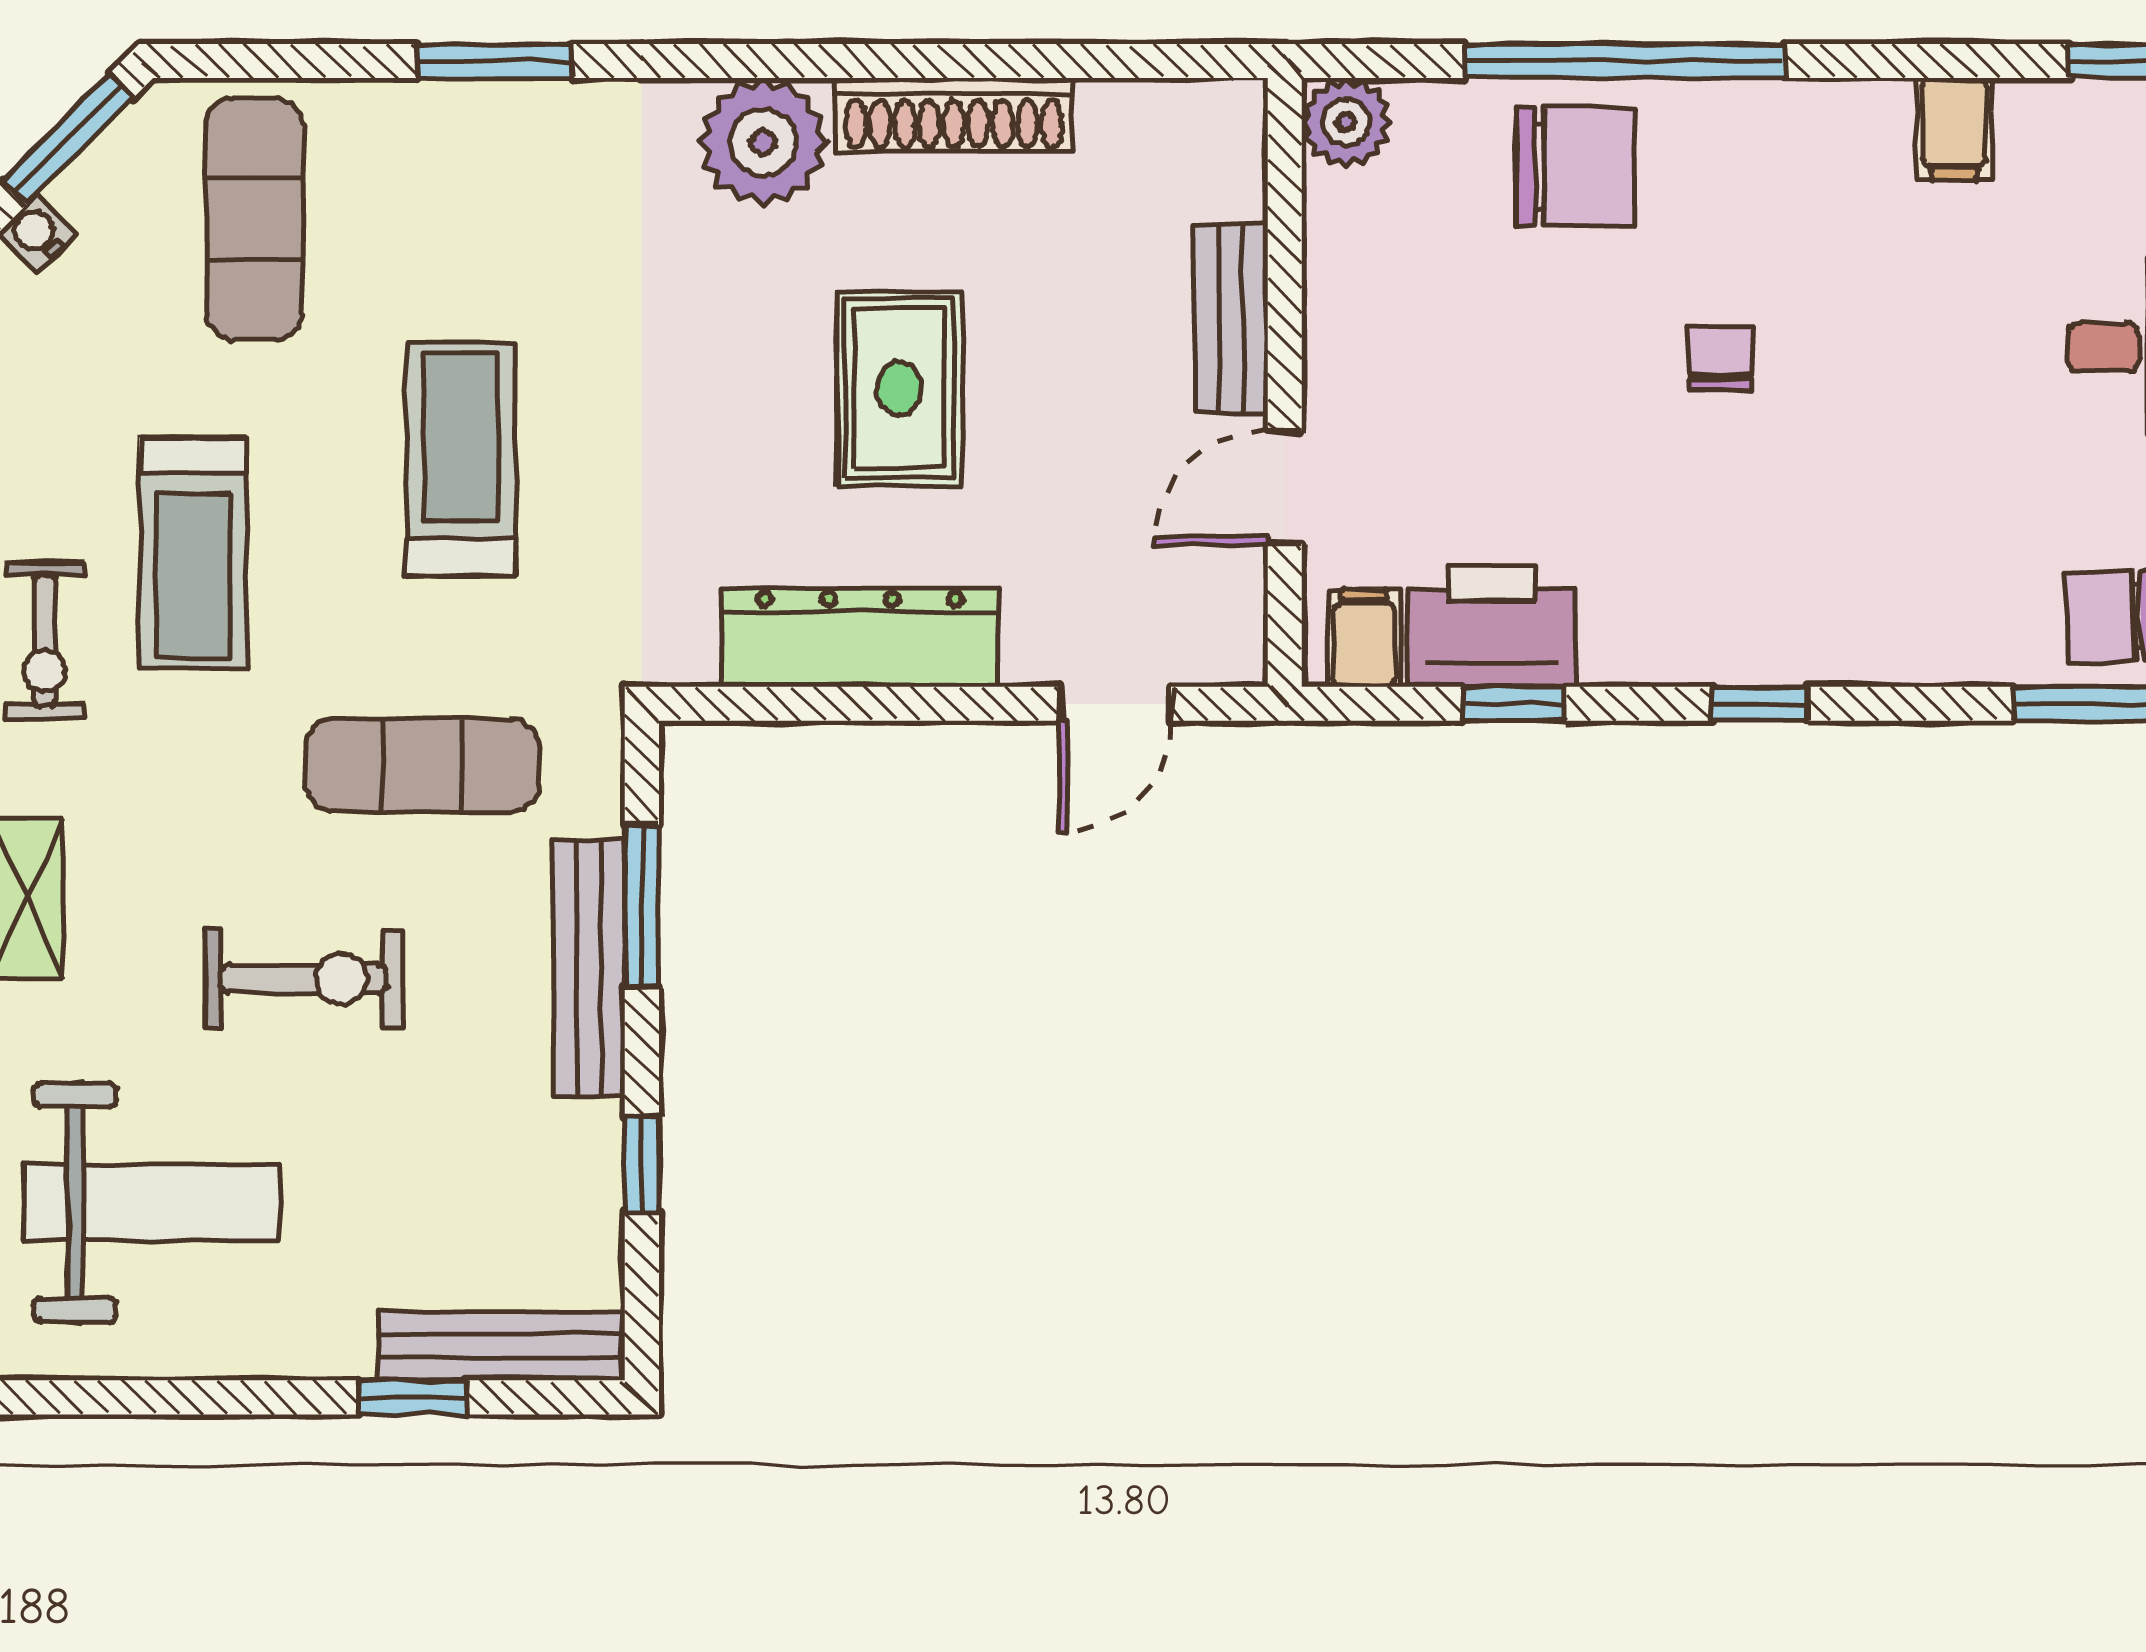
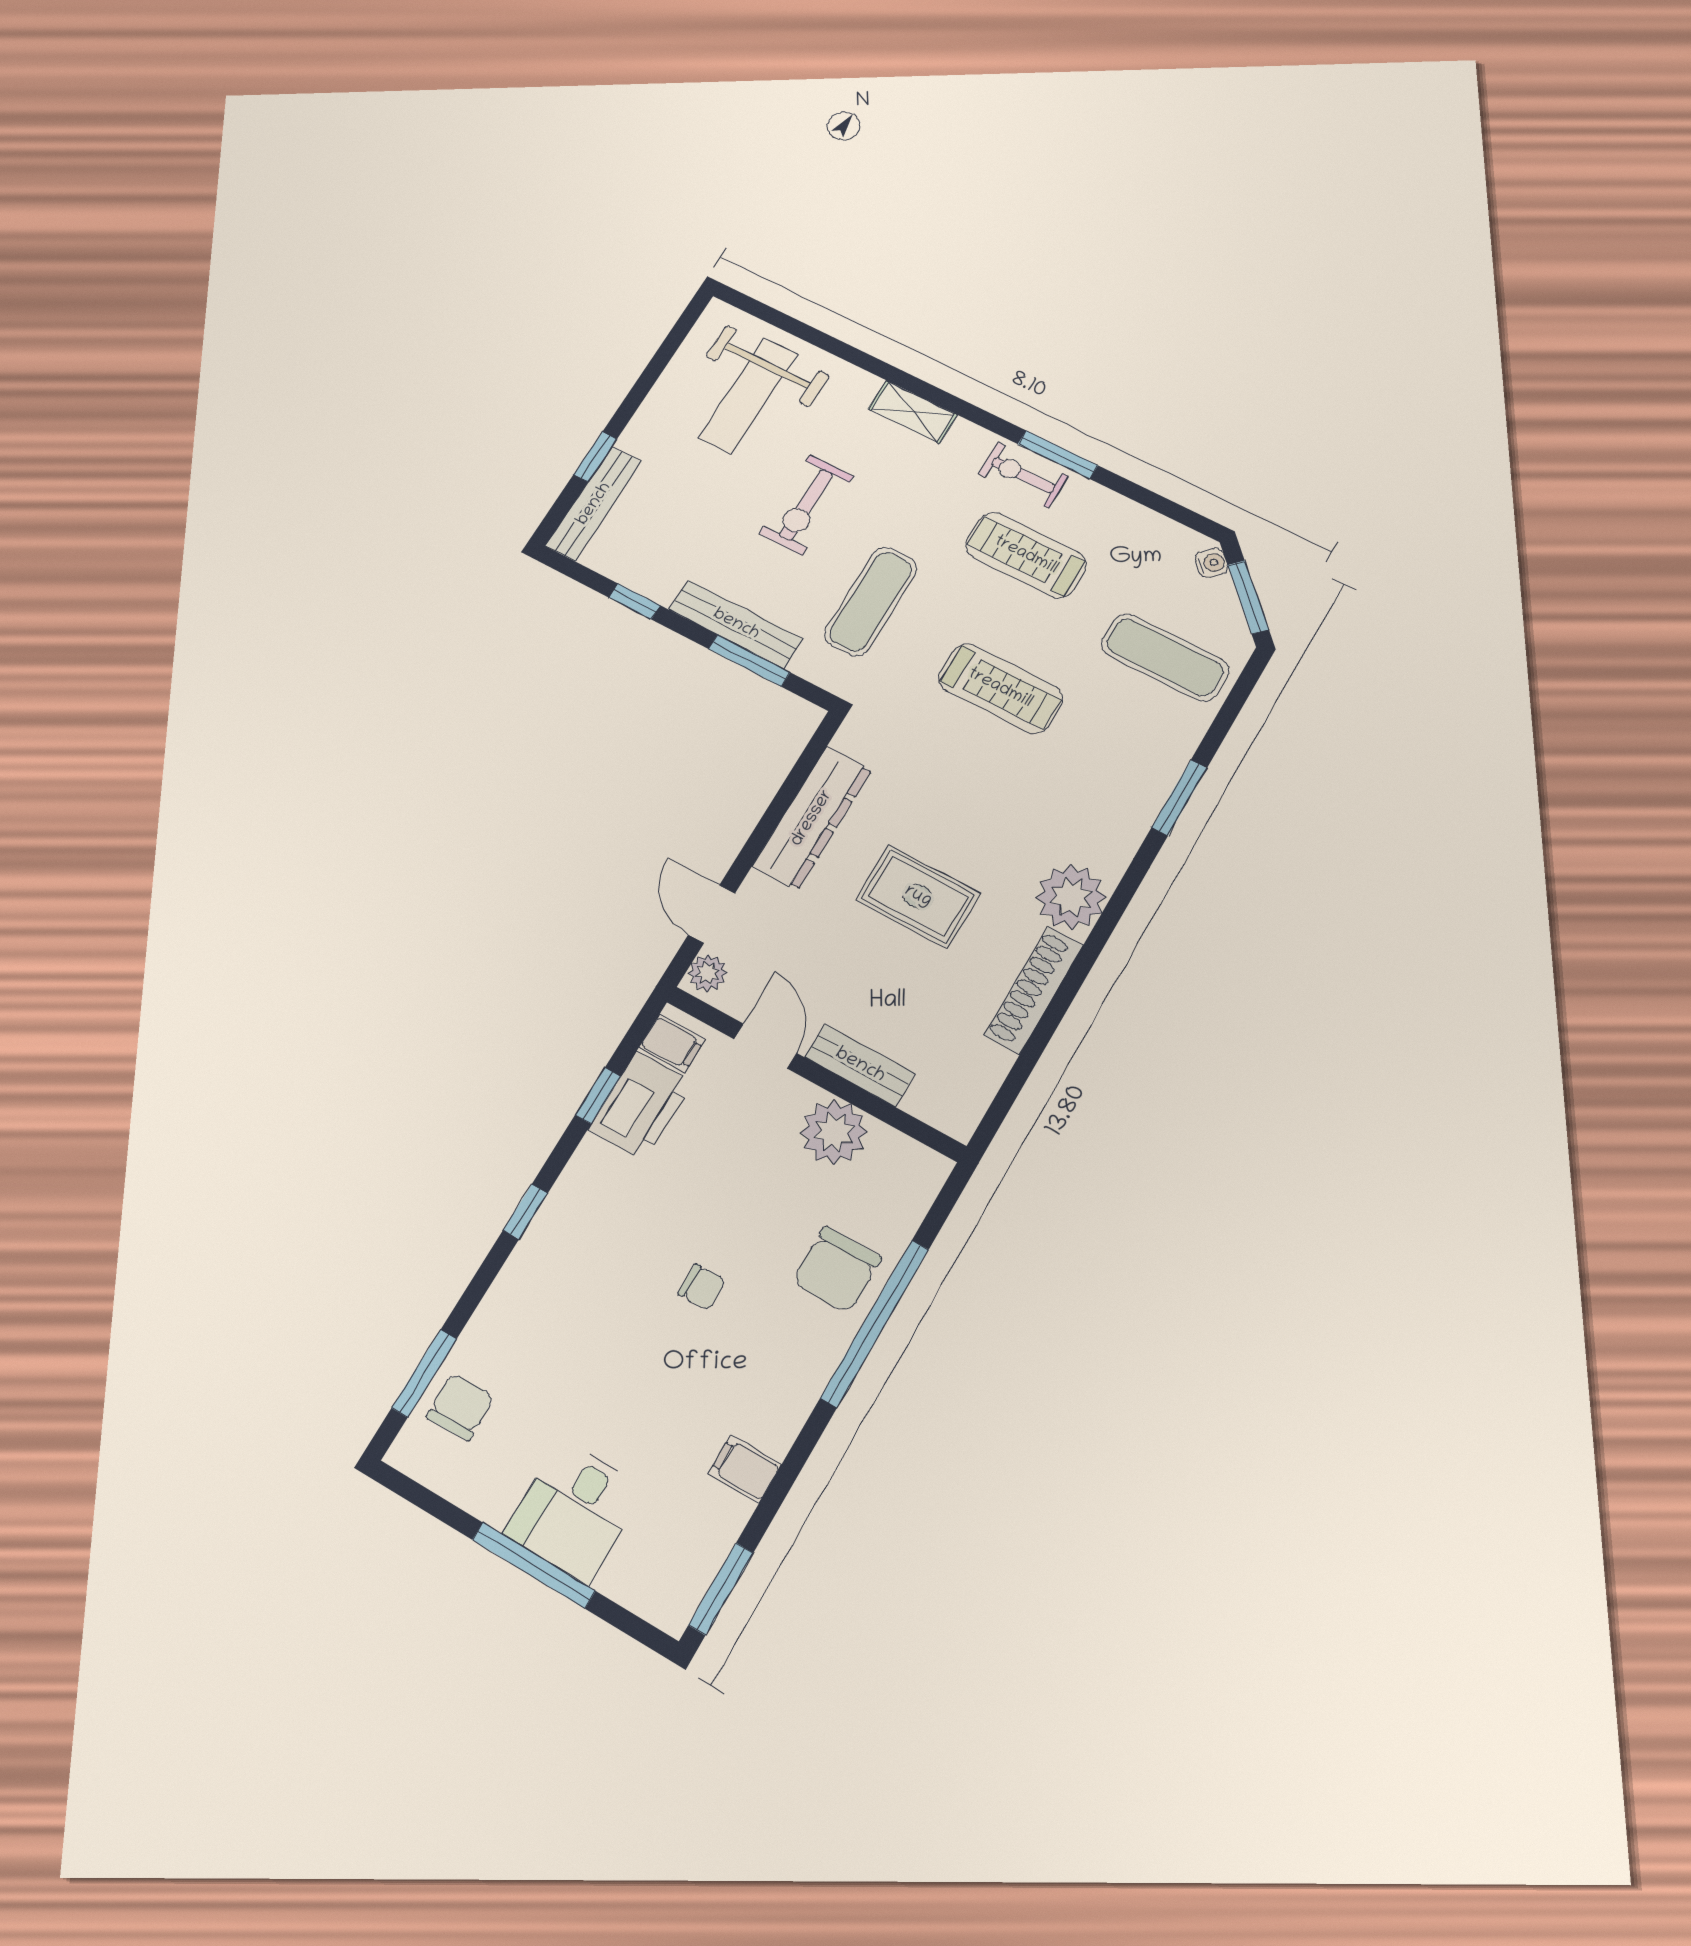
plant: (1346, 122) -> (834, 1132), moved, width x1.36, depth x1.36
plant: (1217, 651) -> (708, 973), added

